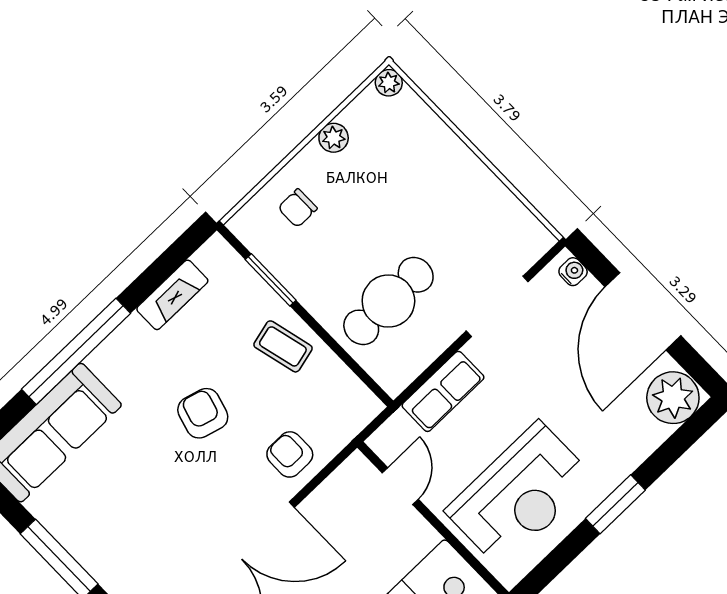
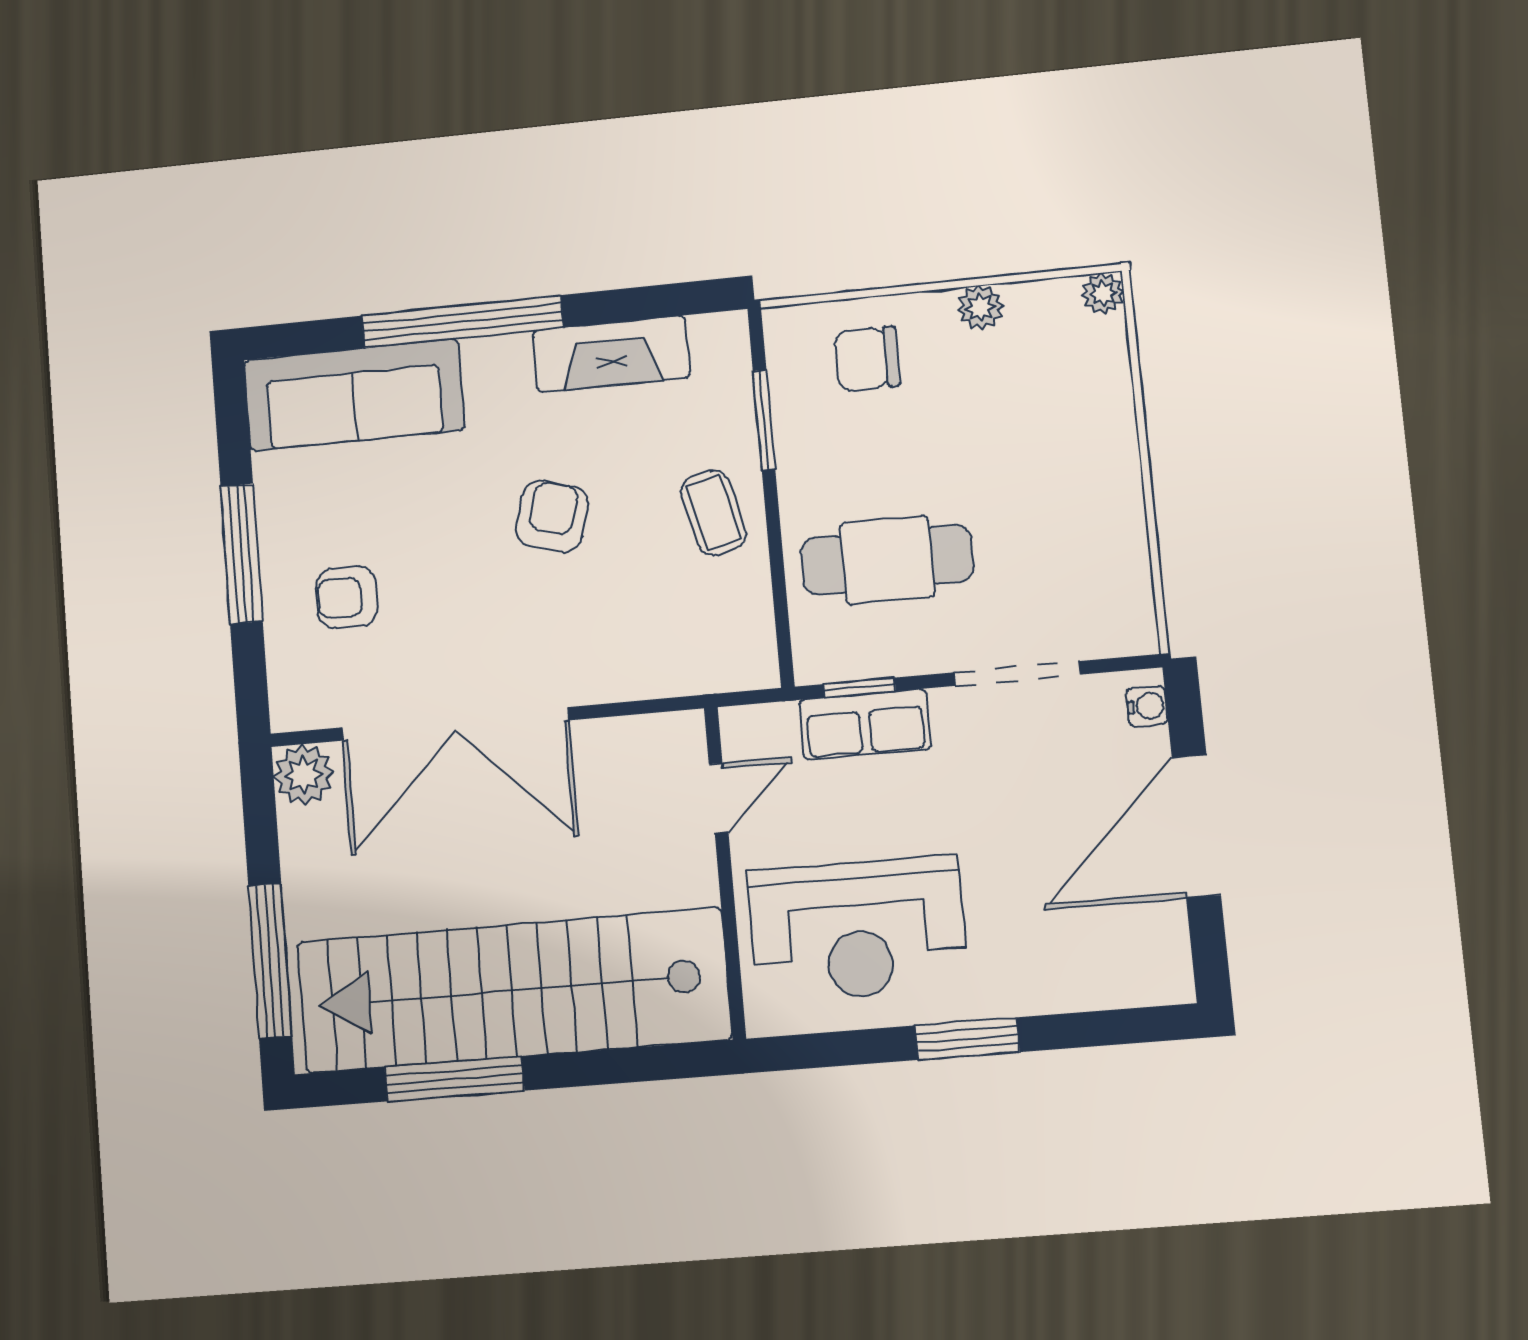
chair: (298, 208) -> (867, 359), width x1.37, depth x1.37
fireplace: (172, 295) -> (611, 354), width x1.37, depth x1.32
window: (426, 375) -> (859, 688), added
plant: (673, 398) -> (1148, 965), removed
armchair: (290, 454) -> (347, 597), moved, turned -90

